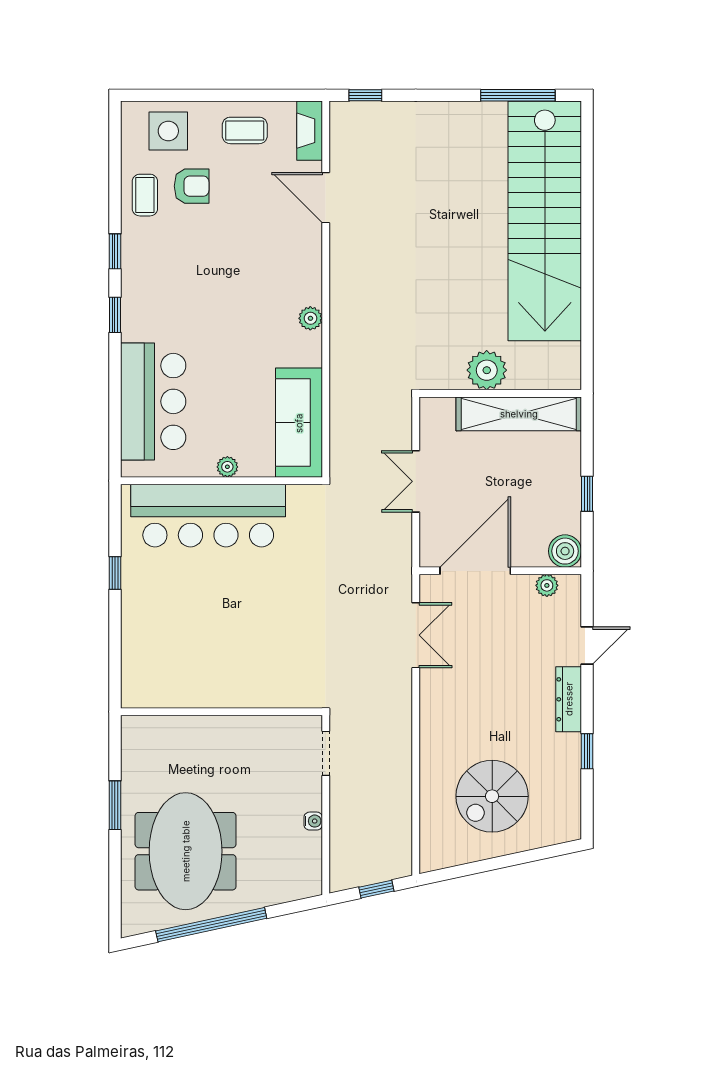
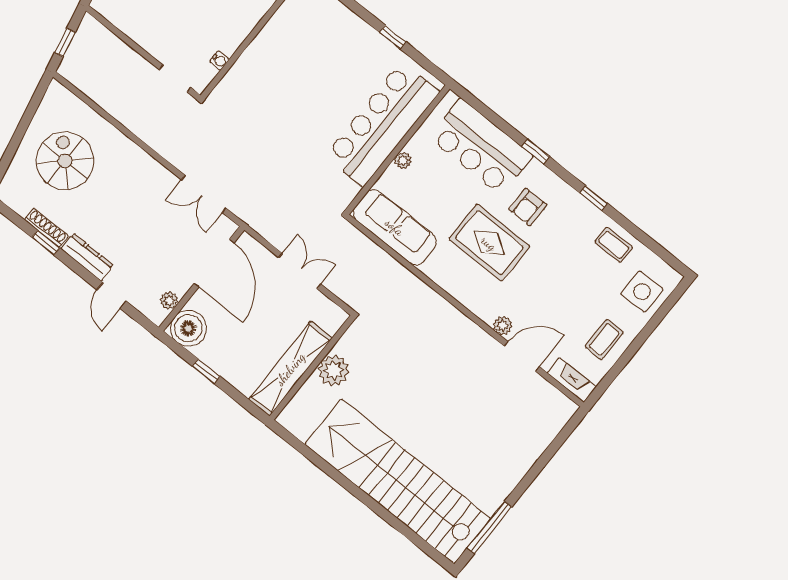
window: (365, 95) -> (566, 432), removed
armchair: (192, 186) -> (528, 207), moved
window: (115, 315) -> (536, 152), moved
rug: (240, 318) -> (489, 243), added
plant: (310, 318) -> (503, 326), moved
boiler: (565, 551) -> (188, 328), width x1.37, depth x1.37
shoe rack: (572, 762) -> (46, 228), added
water cooler: (313, 821) -> (219, 60), moved, turned -90

